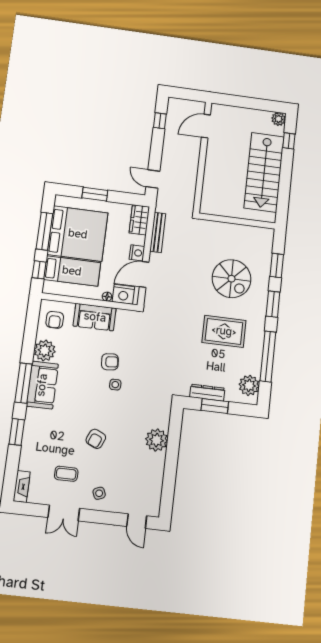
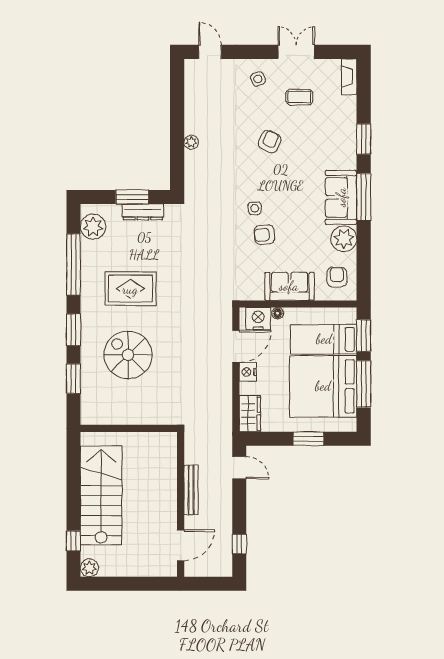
bench: (158, 232) -> (191, 490), moved
window: (39, 270) -> (364, 336), width x1.50
plant: (157, 440) -> (191, 142), width x0.53, depth x0.53

